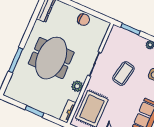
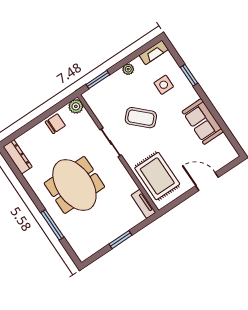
coffee table: (123, 74) -> (141, 118), turned -57
plant: (77, 86) -> (76, 106), moved

